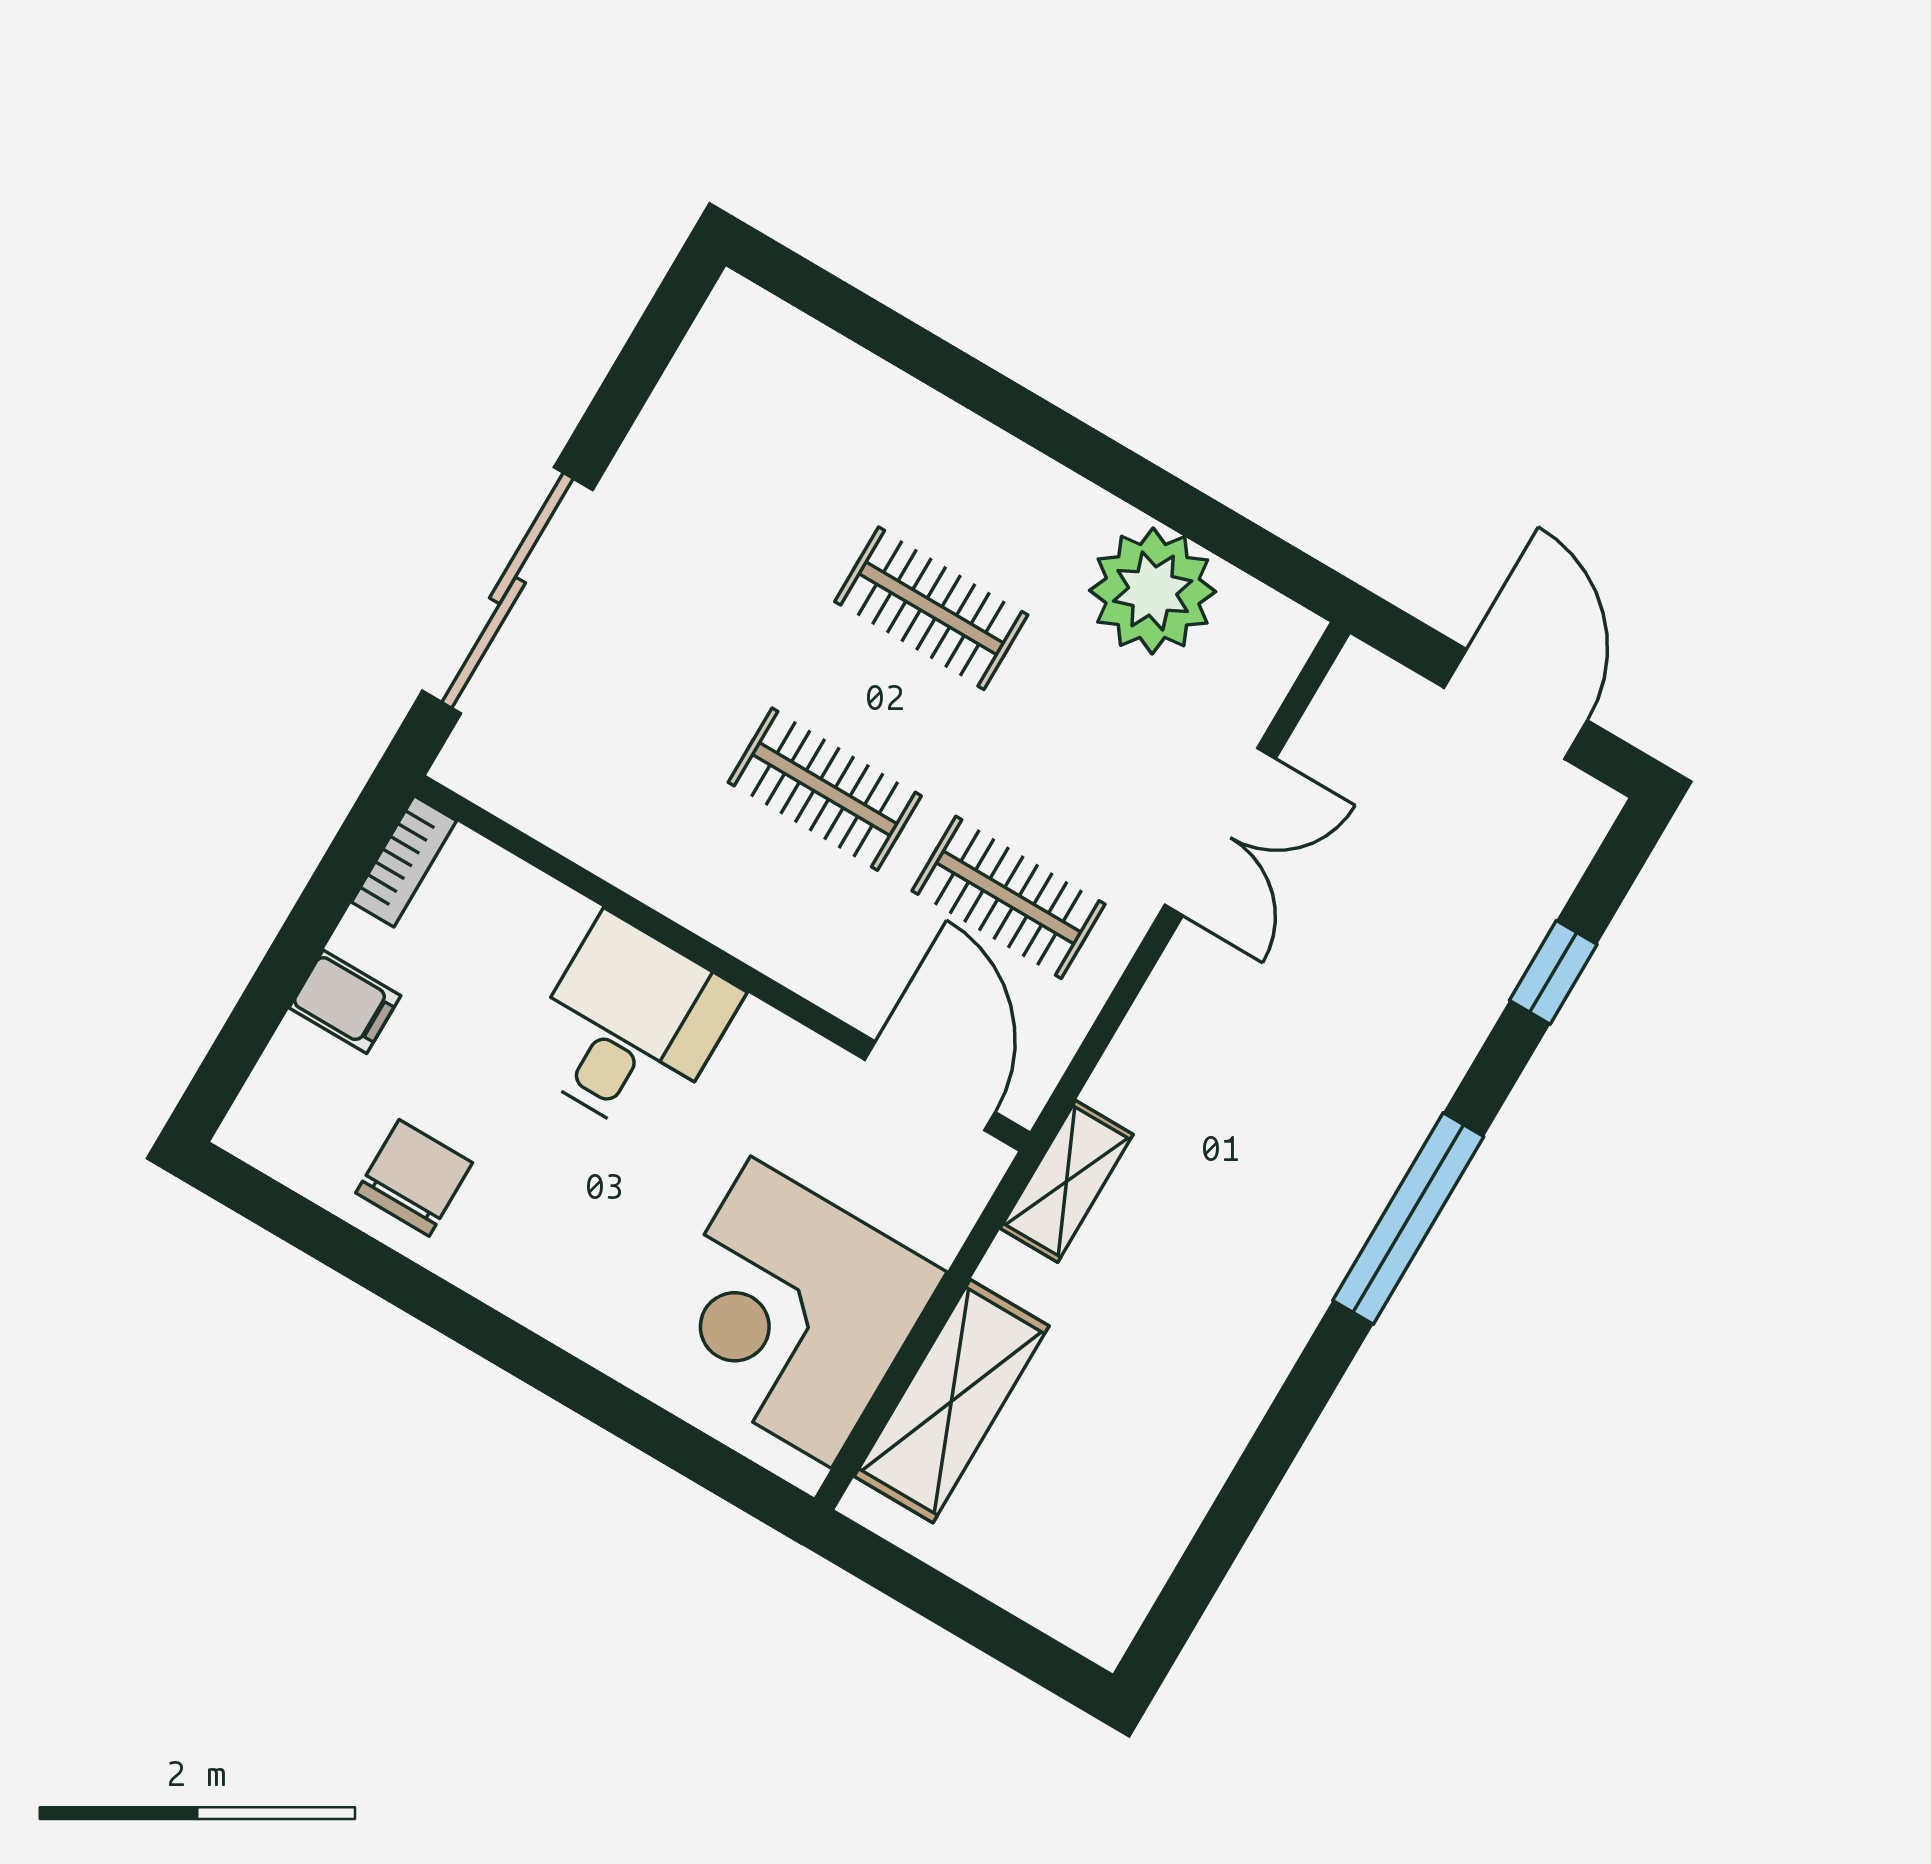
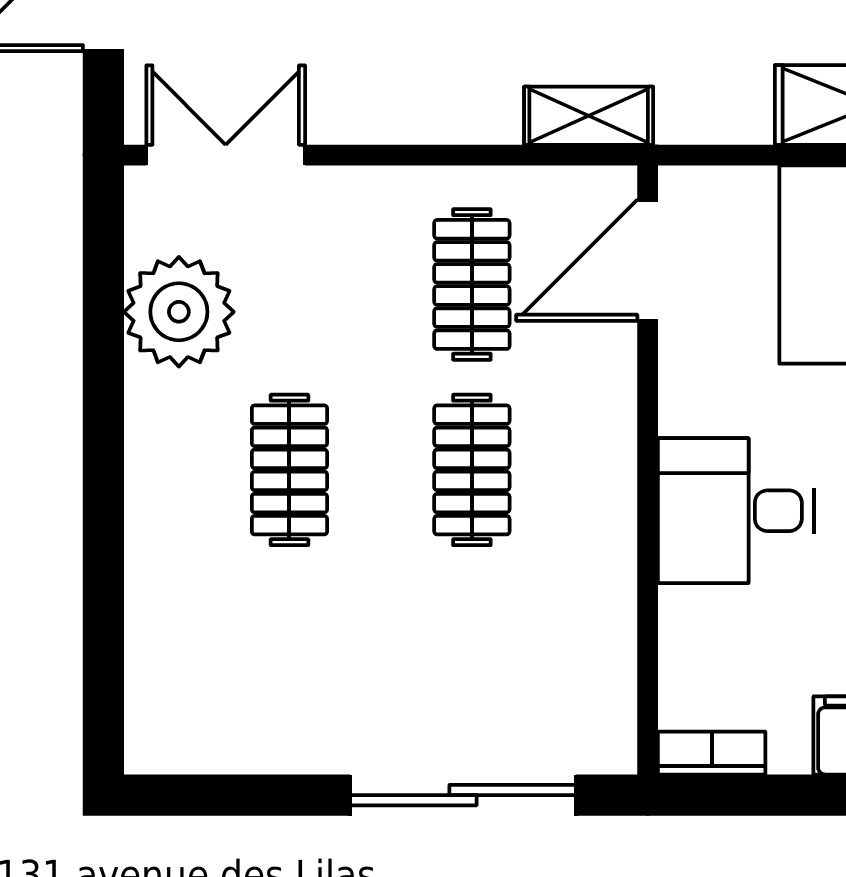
double door: (1220, 832) -> (226, 155), moved
shelving: (1067, 1181) -> (589, 116), moved

